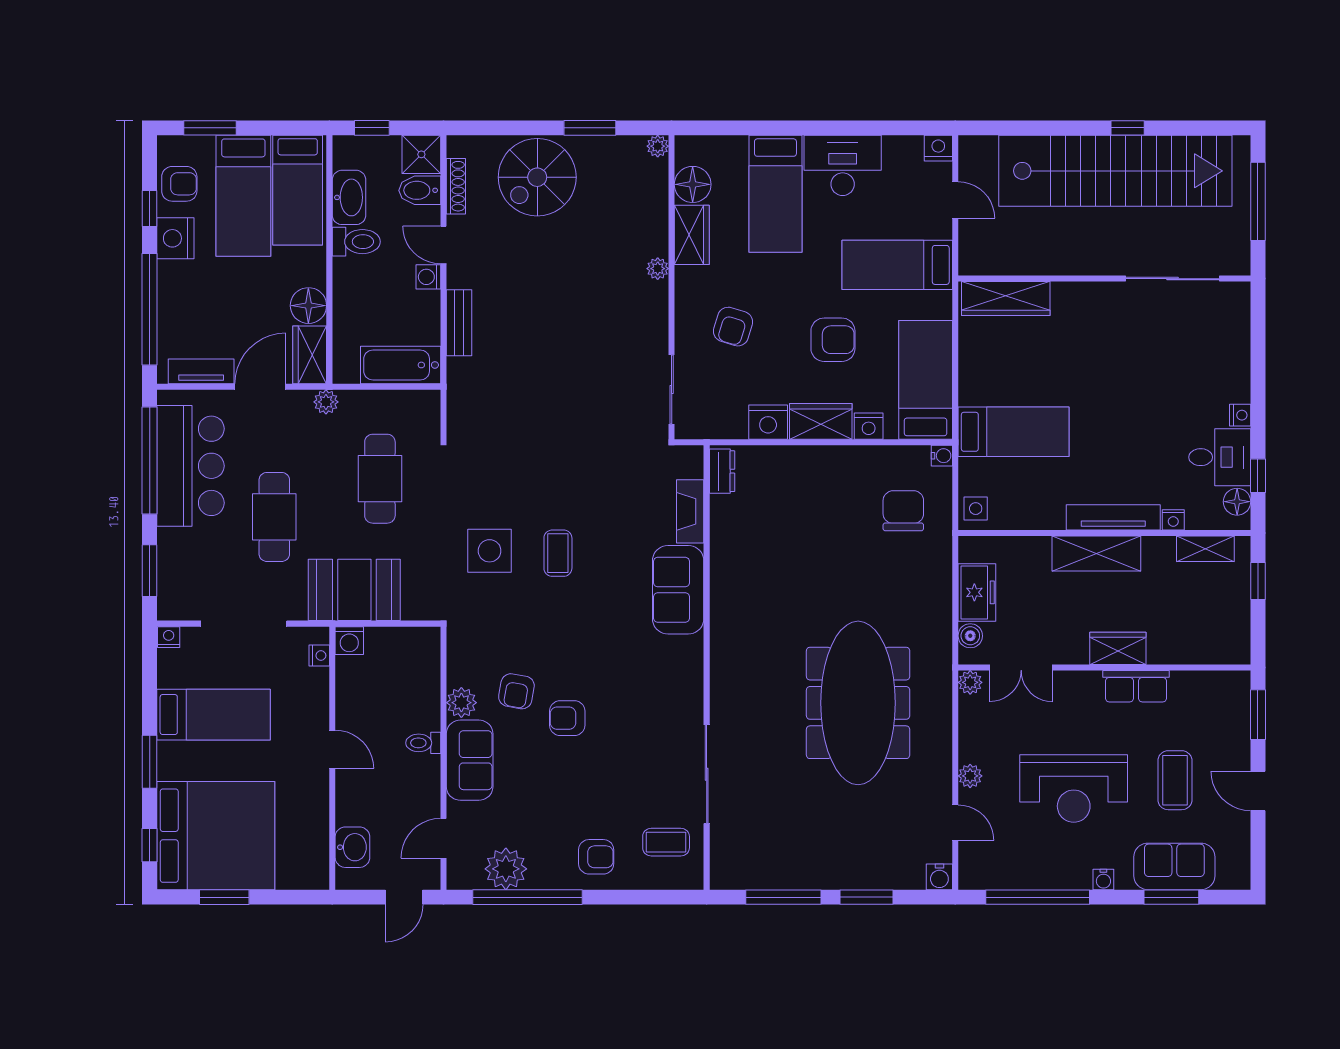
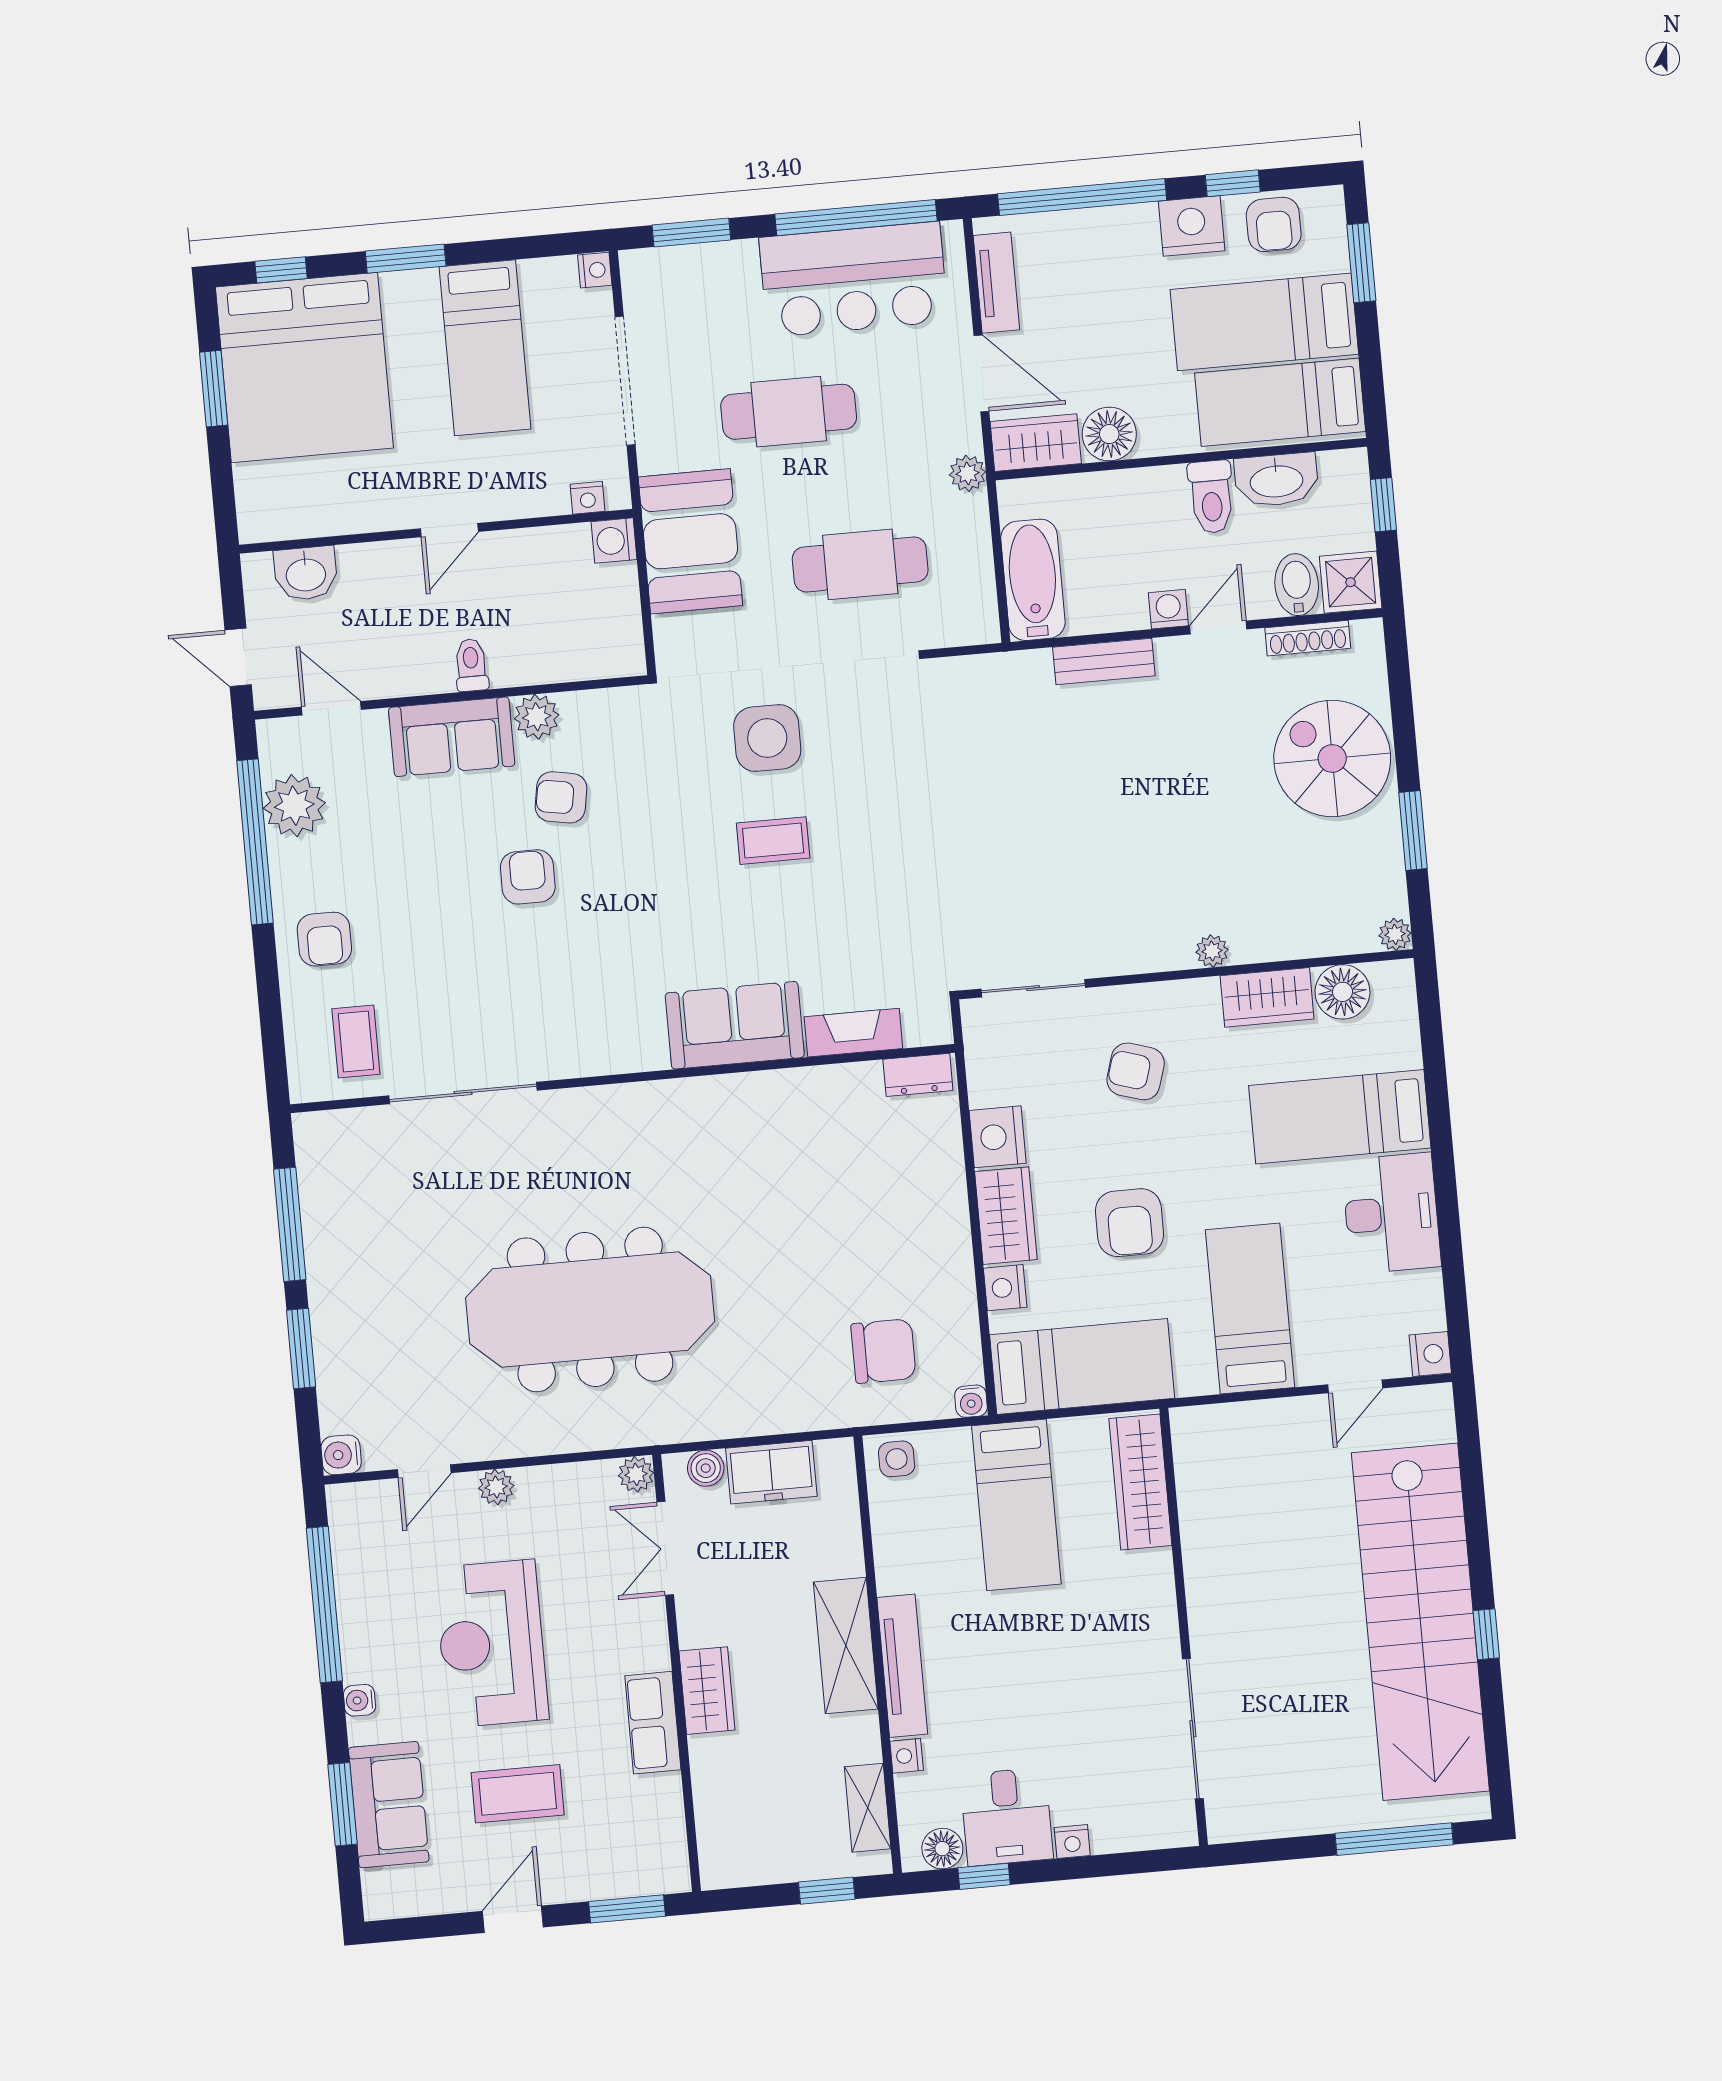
wall: (1104, 279) -> (1184, 1627), moved
sliding door: (1173, 279) -> (1193, 1729), moved
wardrobe: (1006, 298) -> (1140, 1482), moved

